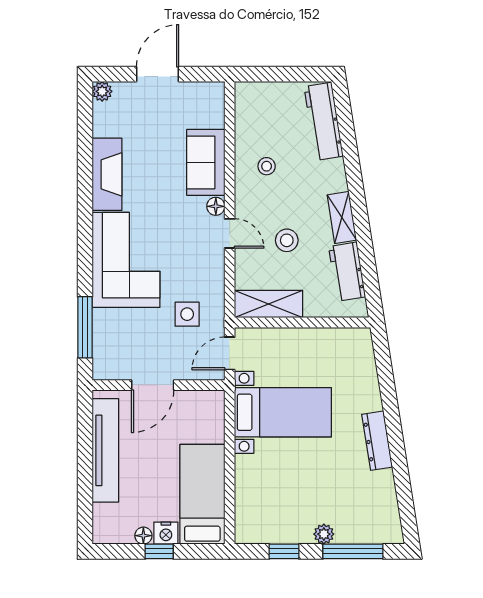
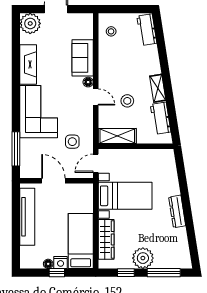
plant: (102, 91) -> (30, 23), width x1.88, depth x1.88
workbench: (324, 121) -> (147, 30), width x0.73
stool: (267, 166) -> (111, 31), moved
door: (153, 385) -> (53, 181), swing flipped
wardrobe: (248, 491) -> (106, 239), added
plant: (324, 534) -> (143, 258), width x1.88, depth x1.88

